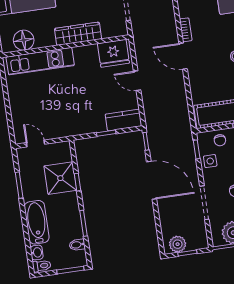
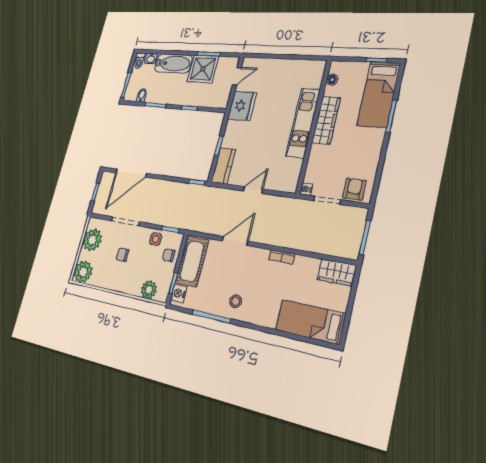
nightstand: (122, 31) -> (306, 189), added
wardrobe: (78, 34) -> (326, 120), moved
floor lamp: (24, 40) -> (332, 80), width x0.53, depth x0.53
fridge: (113, 53) -> (242, 106), moved, turned 180
door: (183, 56) -> (235, 241), moved
kitchen unit: (40, 61) -> (303, 123), moved
shower: (60, 178) -> (203, 69), moved
door: (152, 180) -> (131, 173), moved
plant: (178, 244) -> (105, 185), removed

